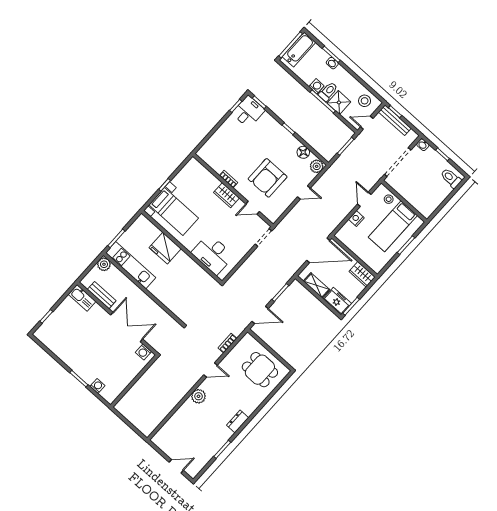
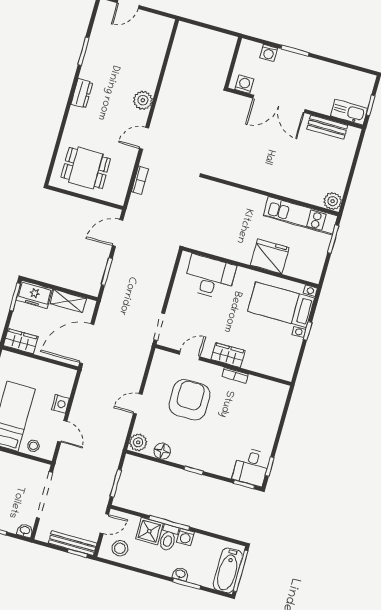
bench: (102, 295) -> (327, 127), moved
kitchen sink: (82, 298) -> (349, 112), moved
wall: (117, 319) -> (295, 108), moved
double door: (127, 327) -> (279, 104), moved
washing machine: (143, 352) -> (244, 84), moved

